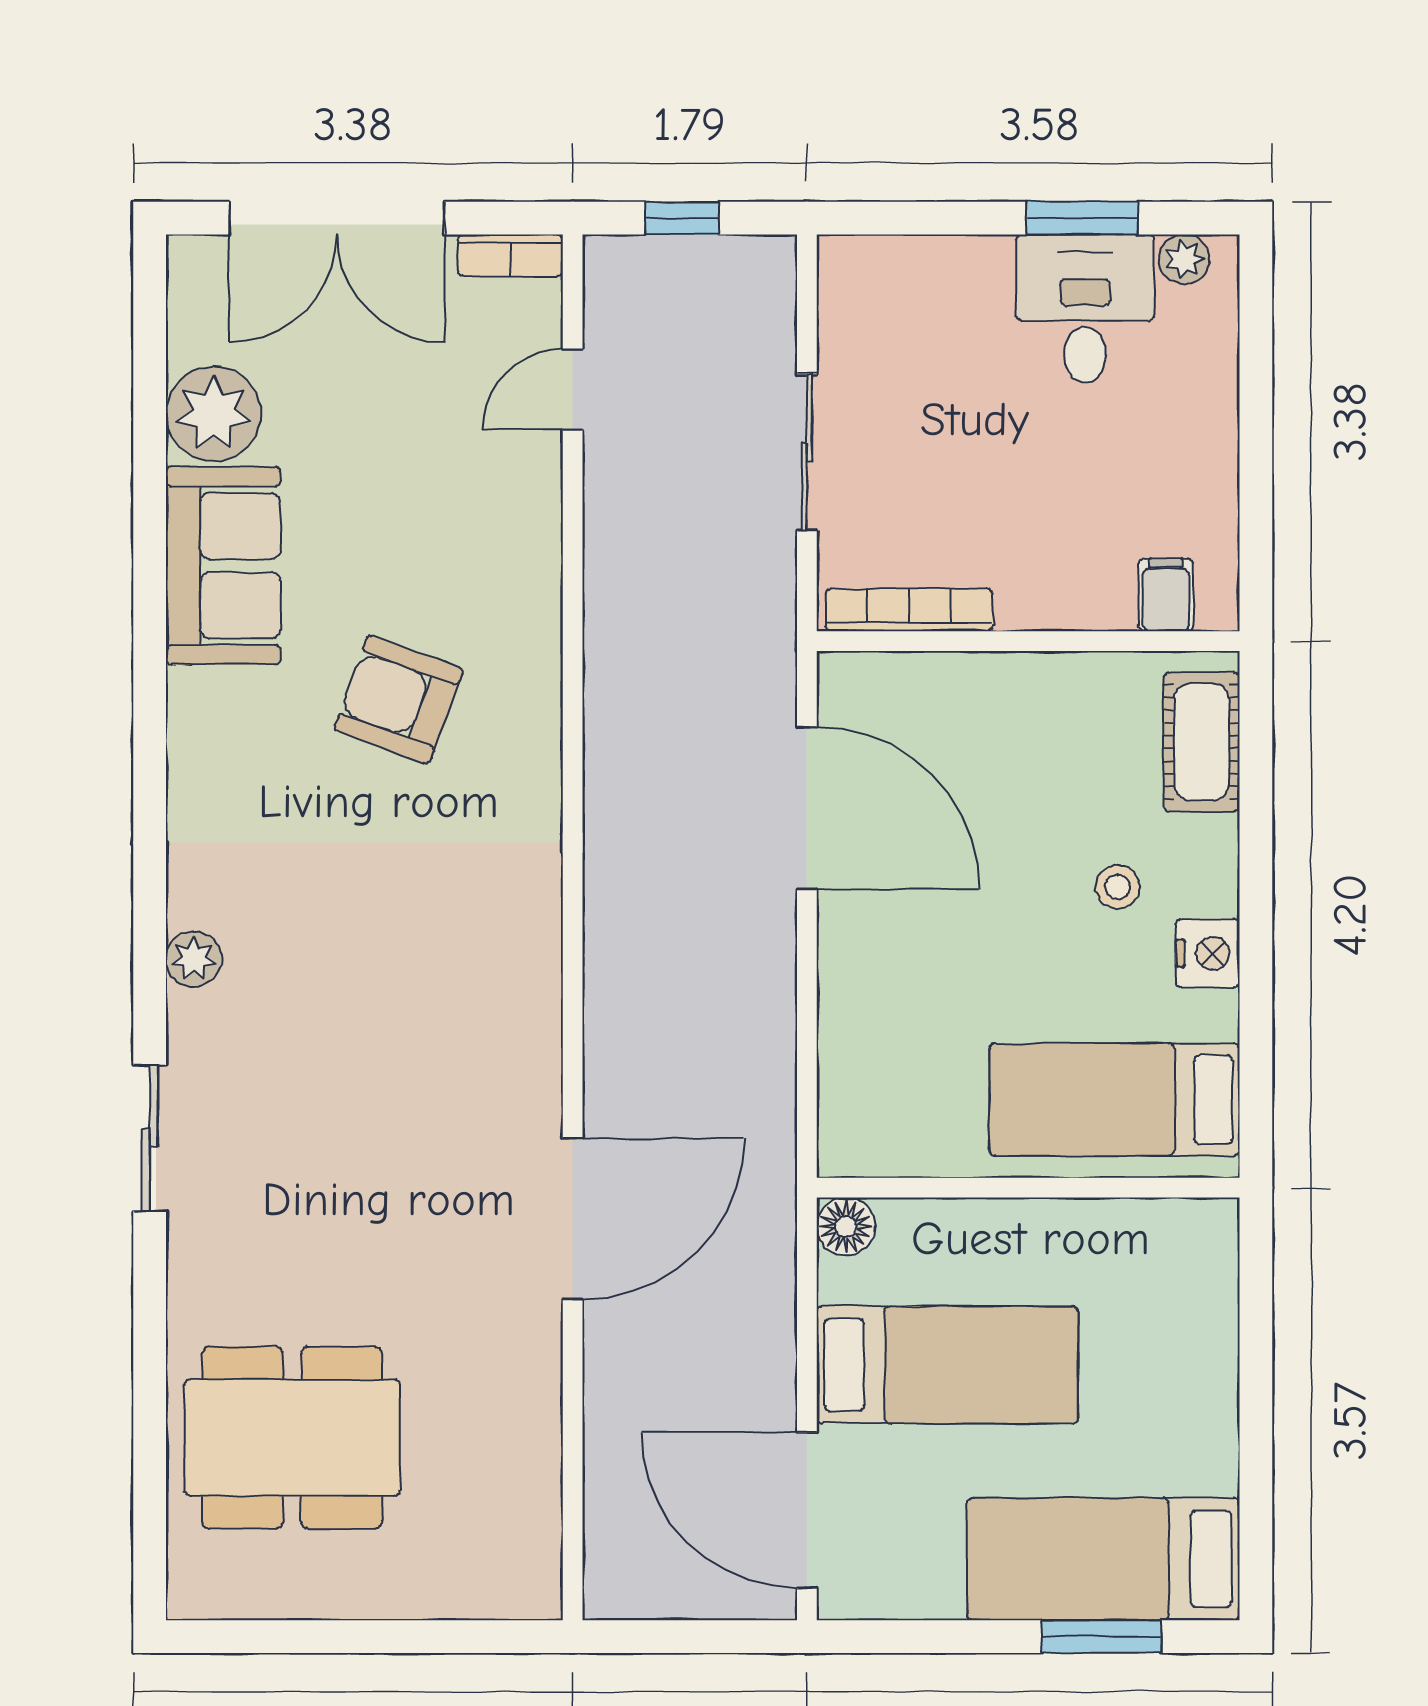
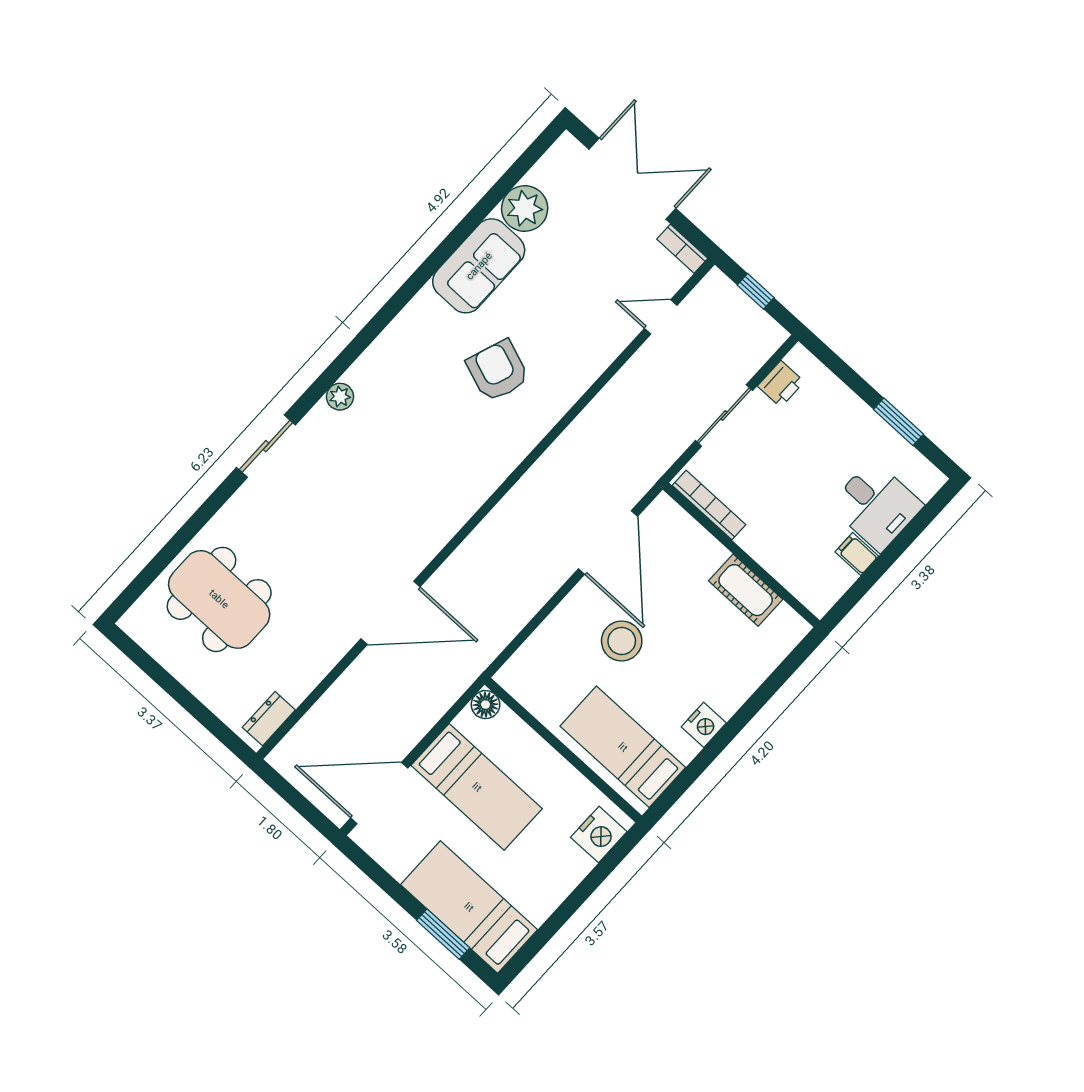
double door: (337, 218) -> (632, 179), swing flipped
plant: (1184, 259) -> (921, 470), removed
desk: (1085, 309) -> (876, 505), moved, turned 90
printer: (850, 324) -> (781, 384), added
filing cabinet: (1166, 595) -> (857, 554), moved, turned -90
cot: (1202, 742) -> (746, 590), moved, turned 90
stool: (1118, 887) -> (622, 641), moved, width x1.89, depth x1.89
nightstand: (1200, 1267) -> (599, 834), added
door: (807, 1510) -> (379, 793), hinge flipped
dresser: (534, 1550) -> (269, 719), added

